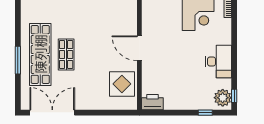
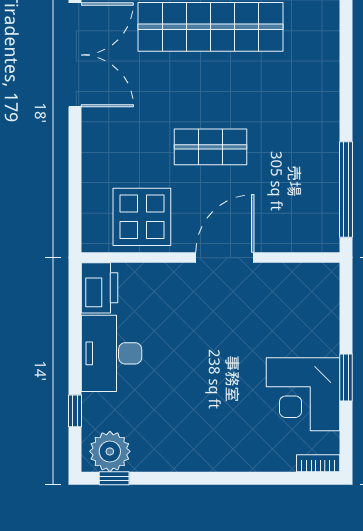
shop shelf: (66, 54) -> (210, 147), moved
desk: (218, 61) -> (112, 353), moved, turned 90

